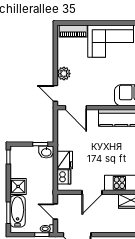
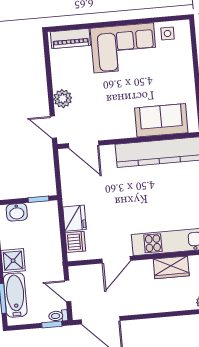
washbasin: (46, 152) -> (17, 212), moved

